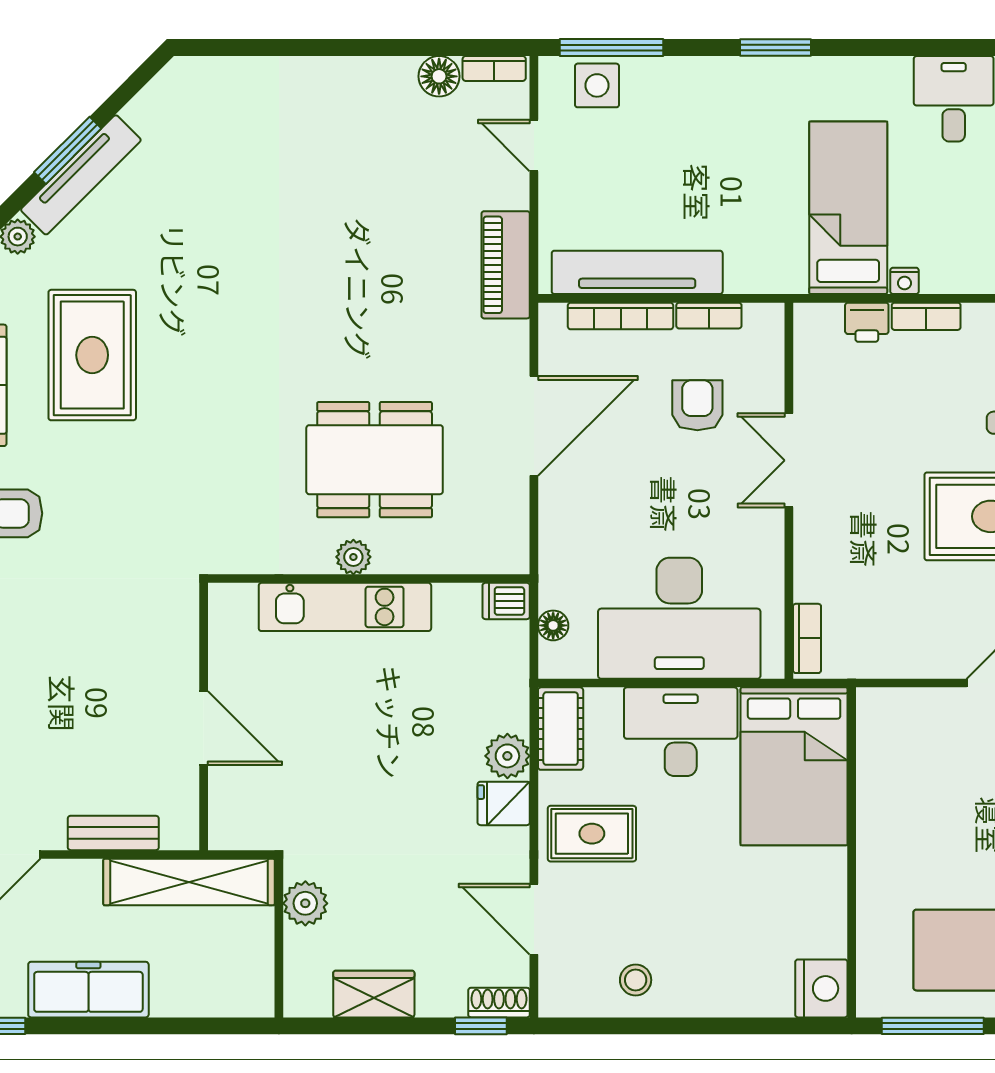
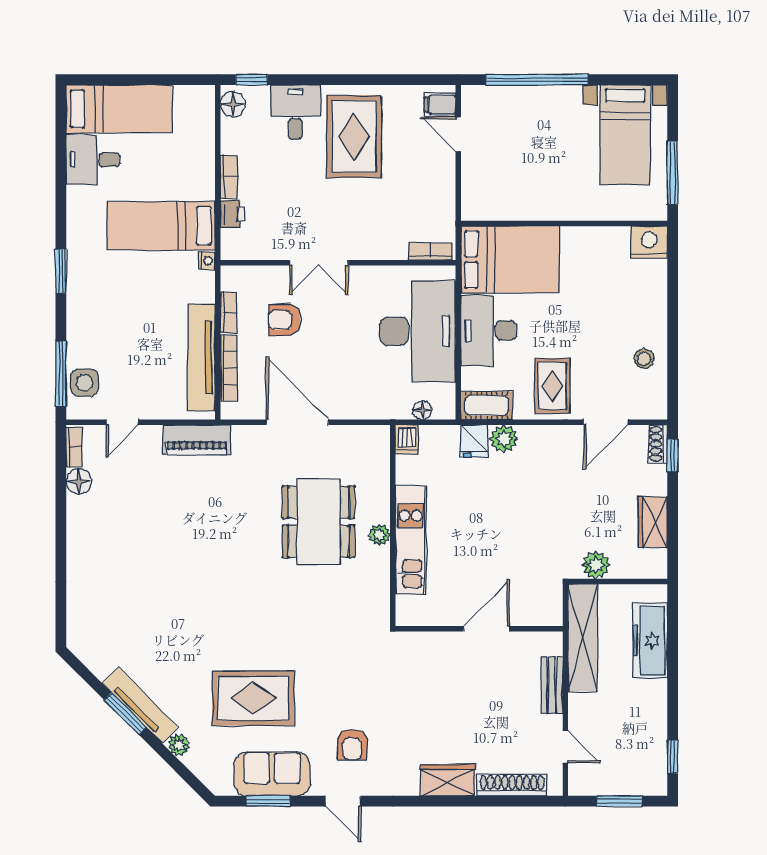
nightstand: (905, 281) -> (207, 261), moved
fridge: (504, 803) -> (474, 441), moved
freezer: (88, 990) -> (650, 641), moved

